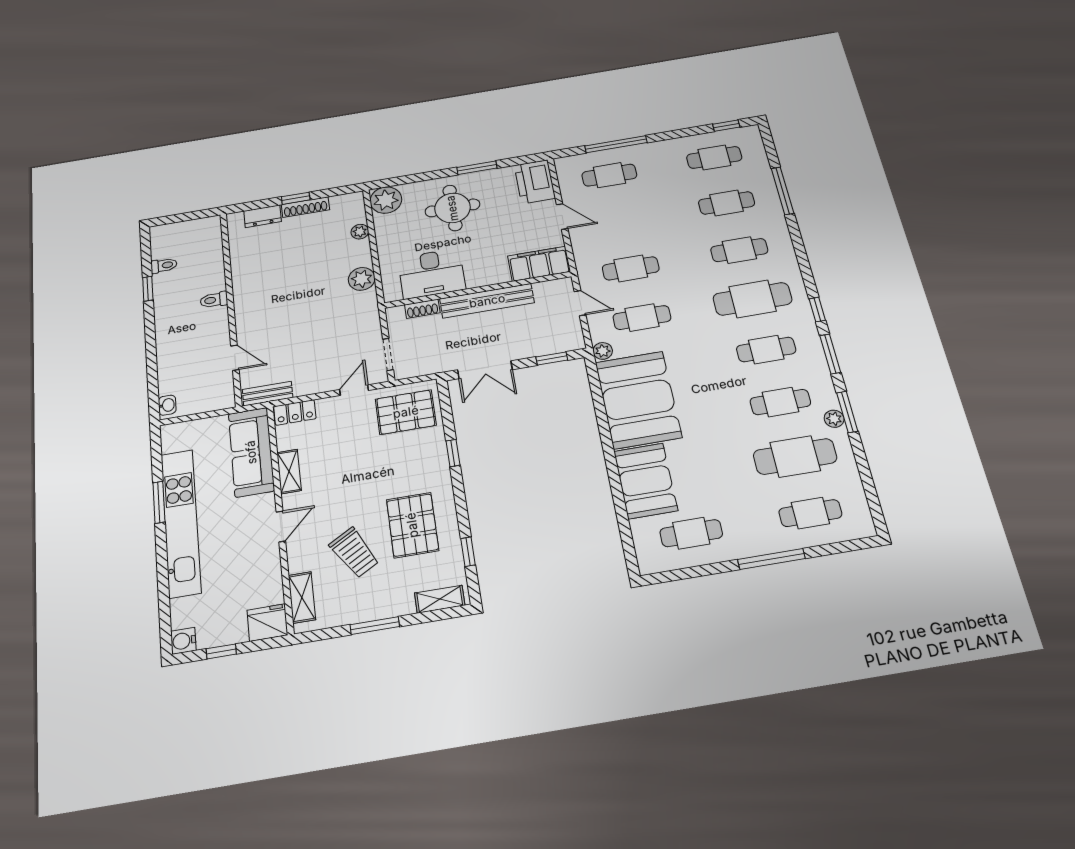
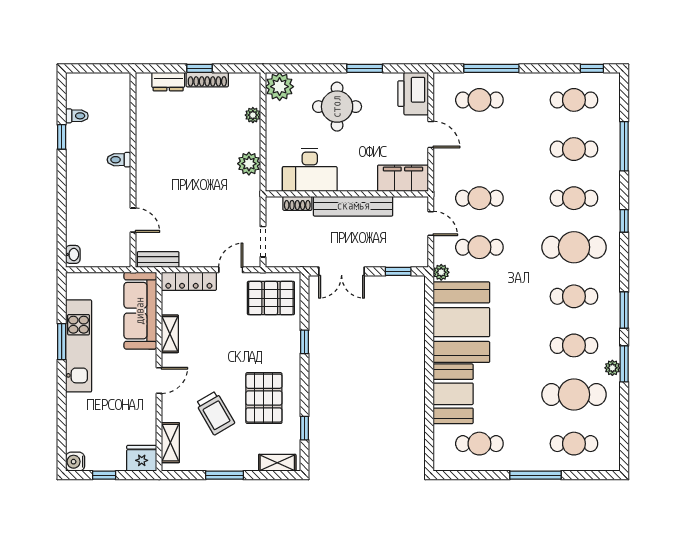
window: (817, 309) -> (624, 221), moved
locker: (295, 412) -> (189, 281), width x1.53
kitchen unit: (181, 523) -> (79, 346), width x0.73

